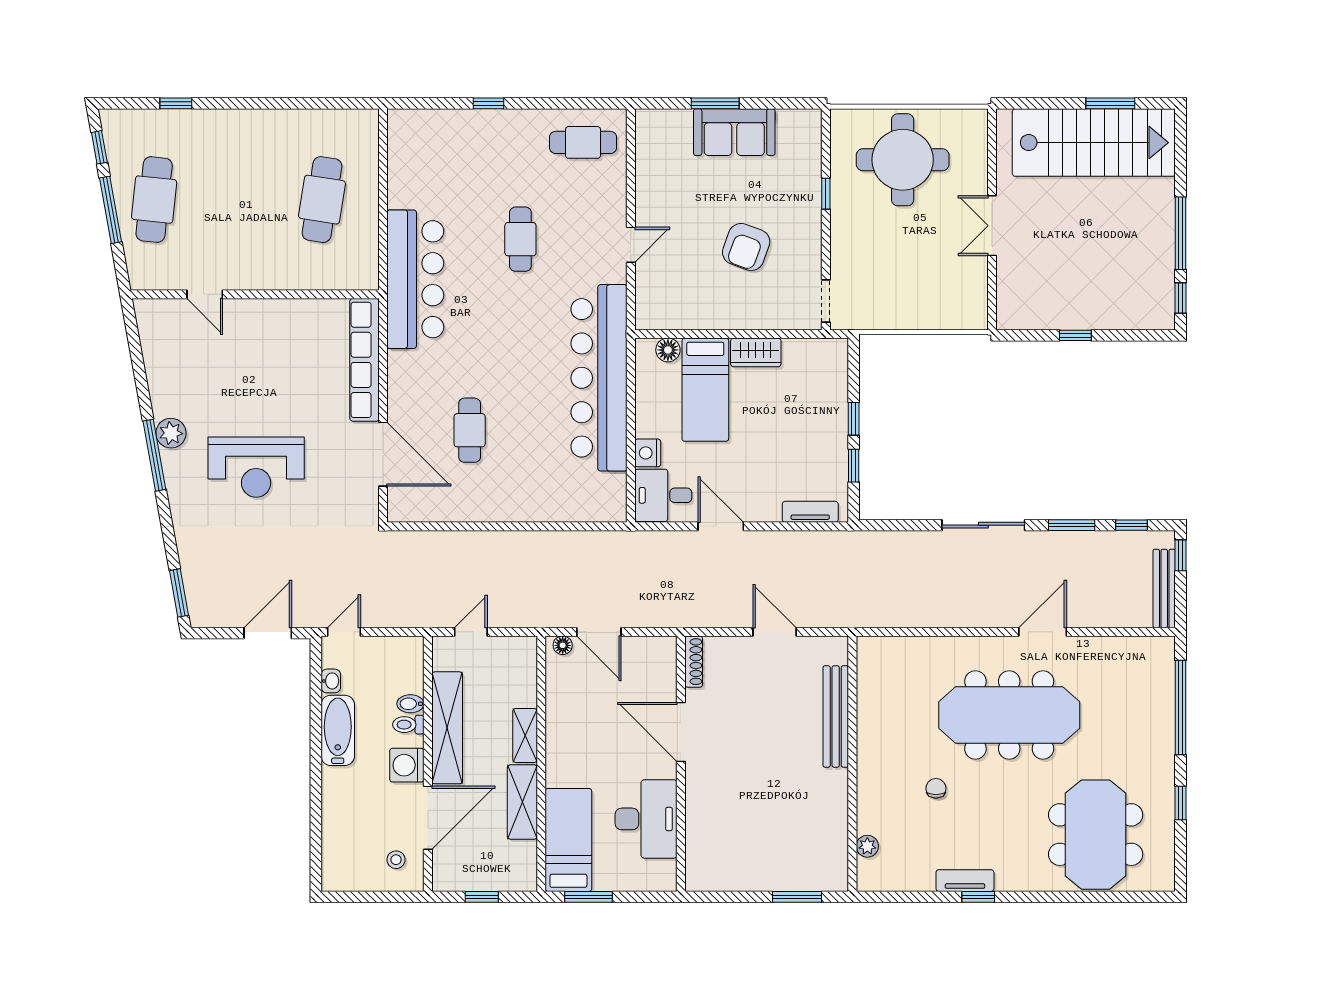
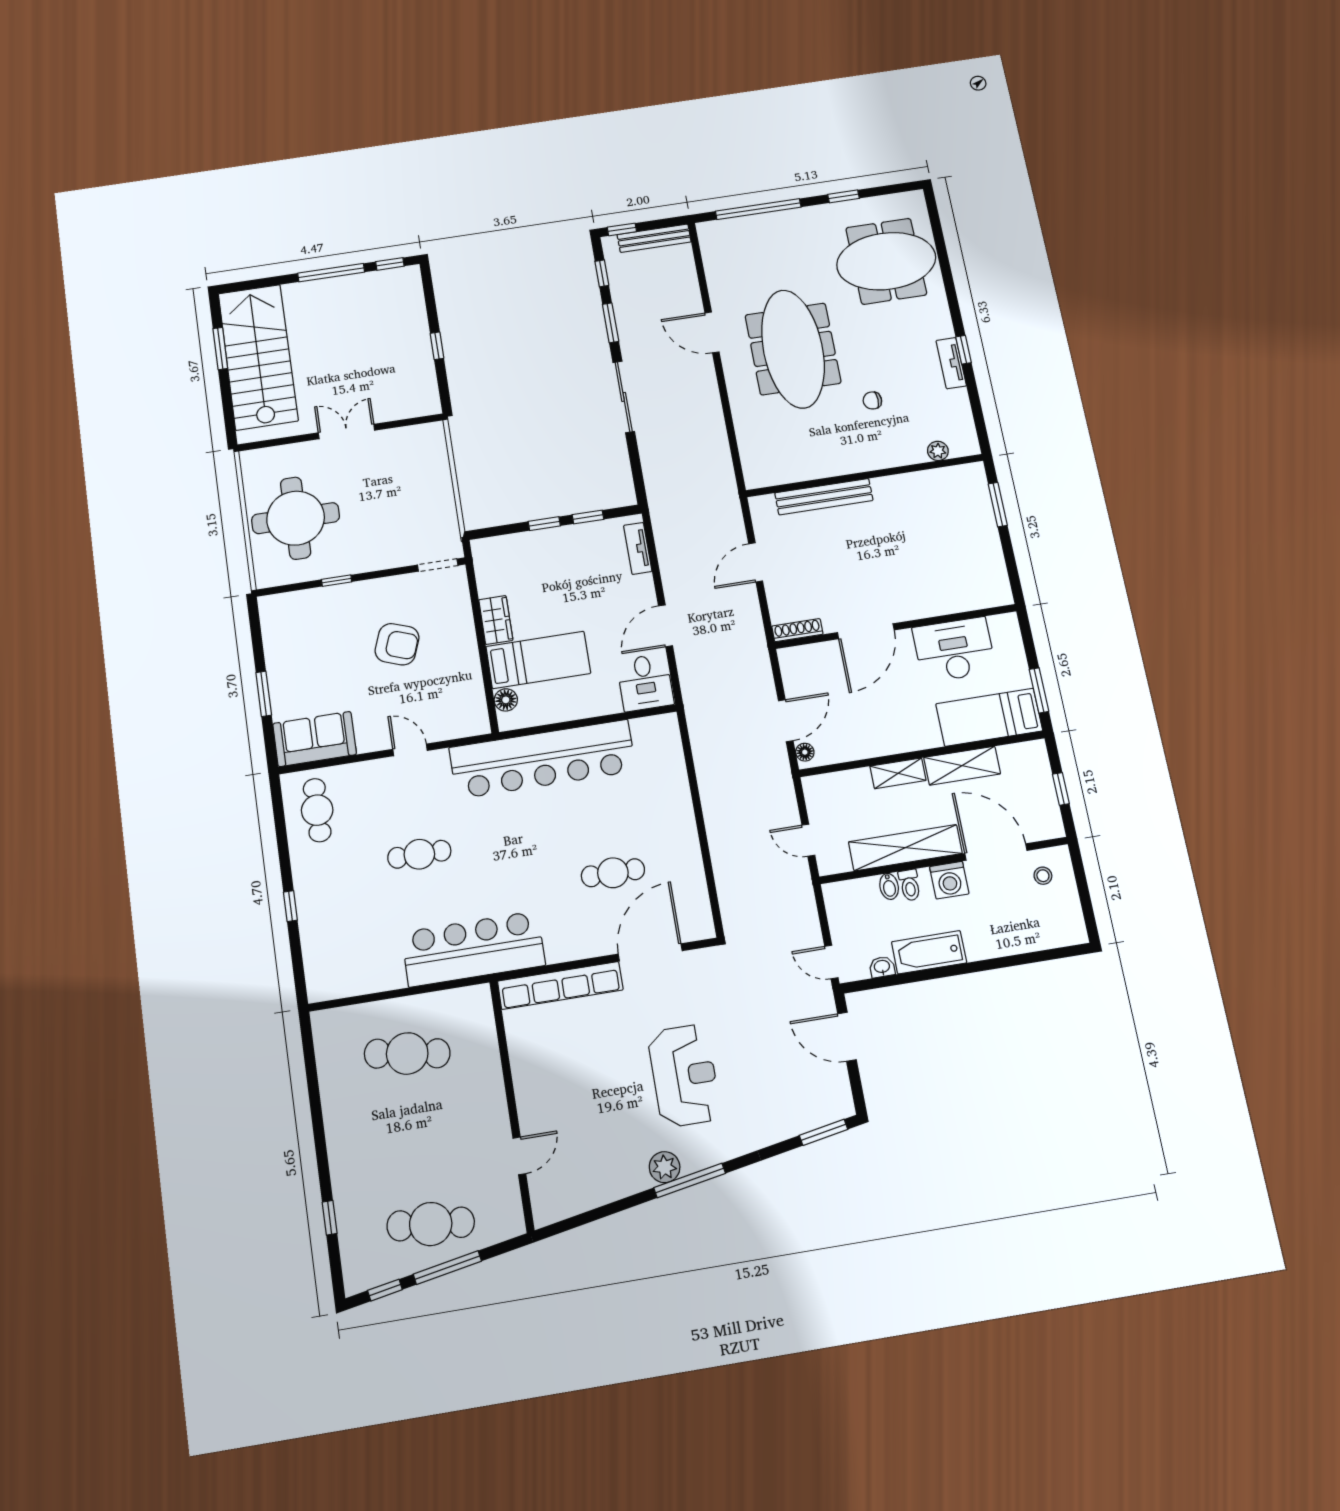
sofa: (734, 132) -> (315, 739), moved, turned -90
double door: (992, 226) -> (346, 432), swing flipped
nightstand: (648, 453) -> (607, 703), removed

